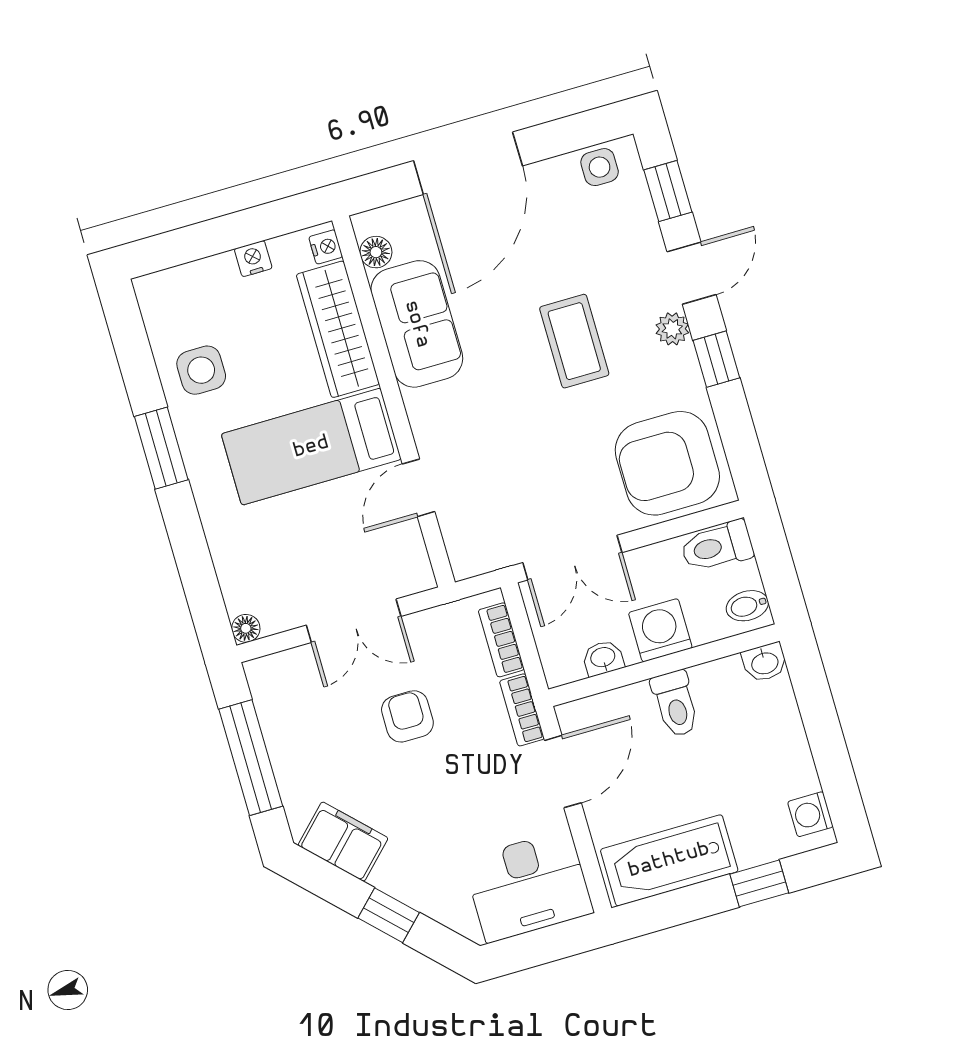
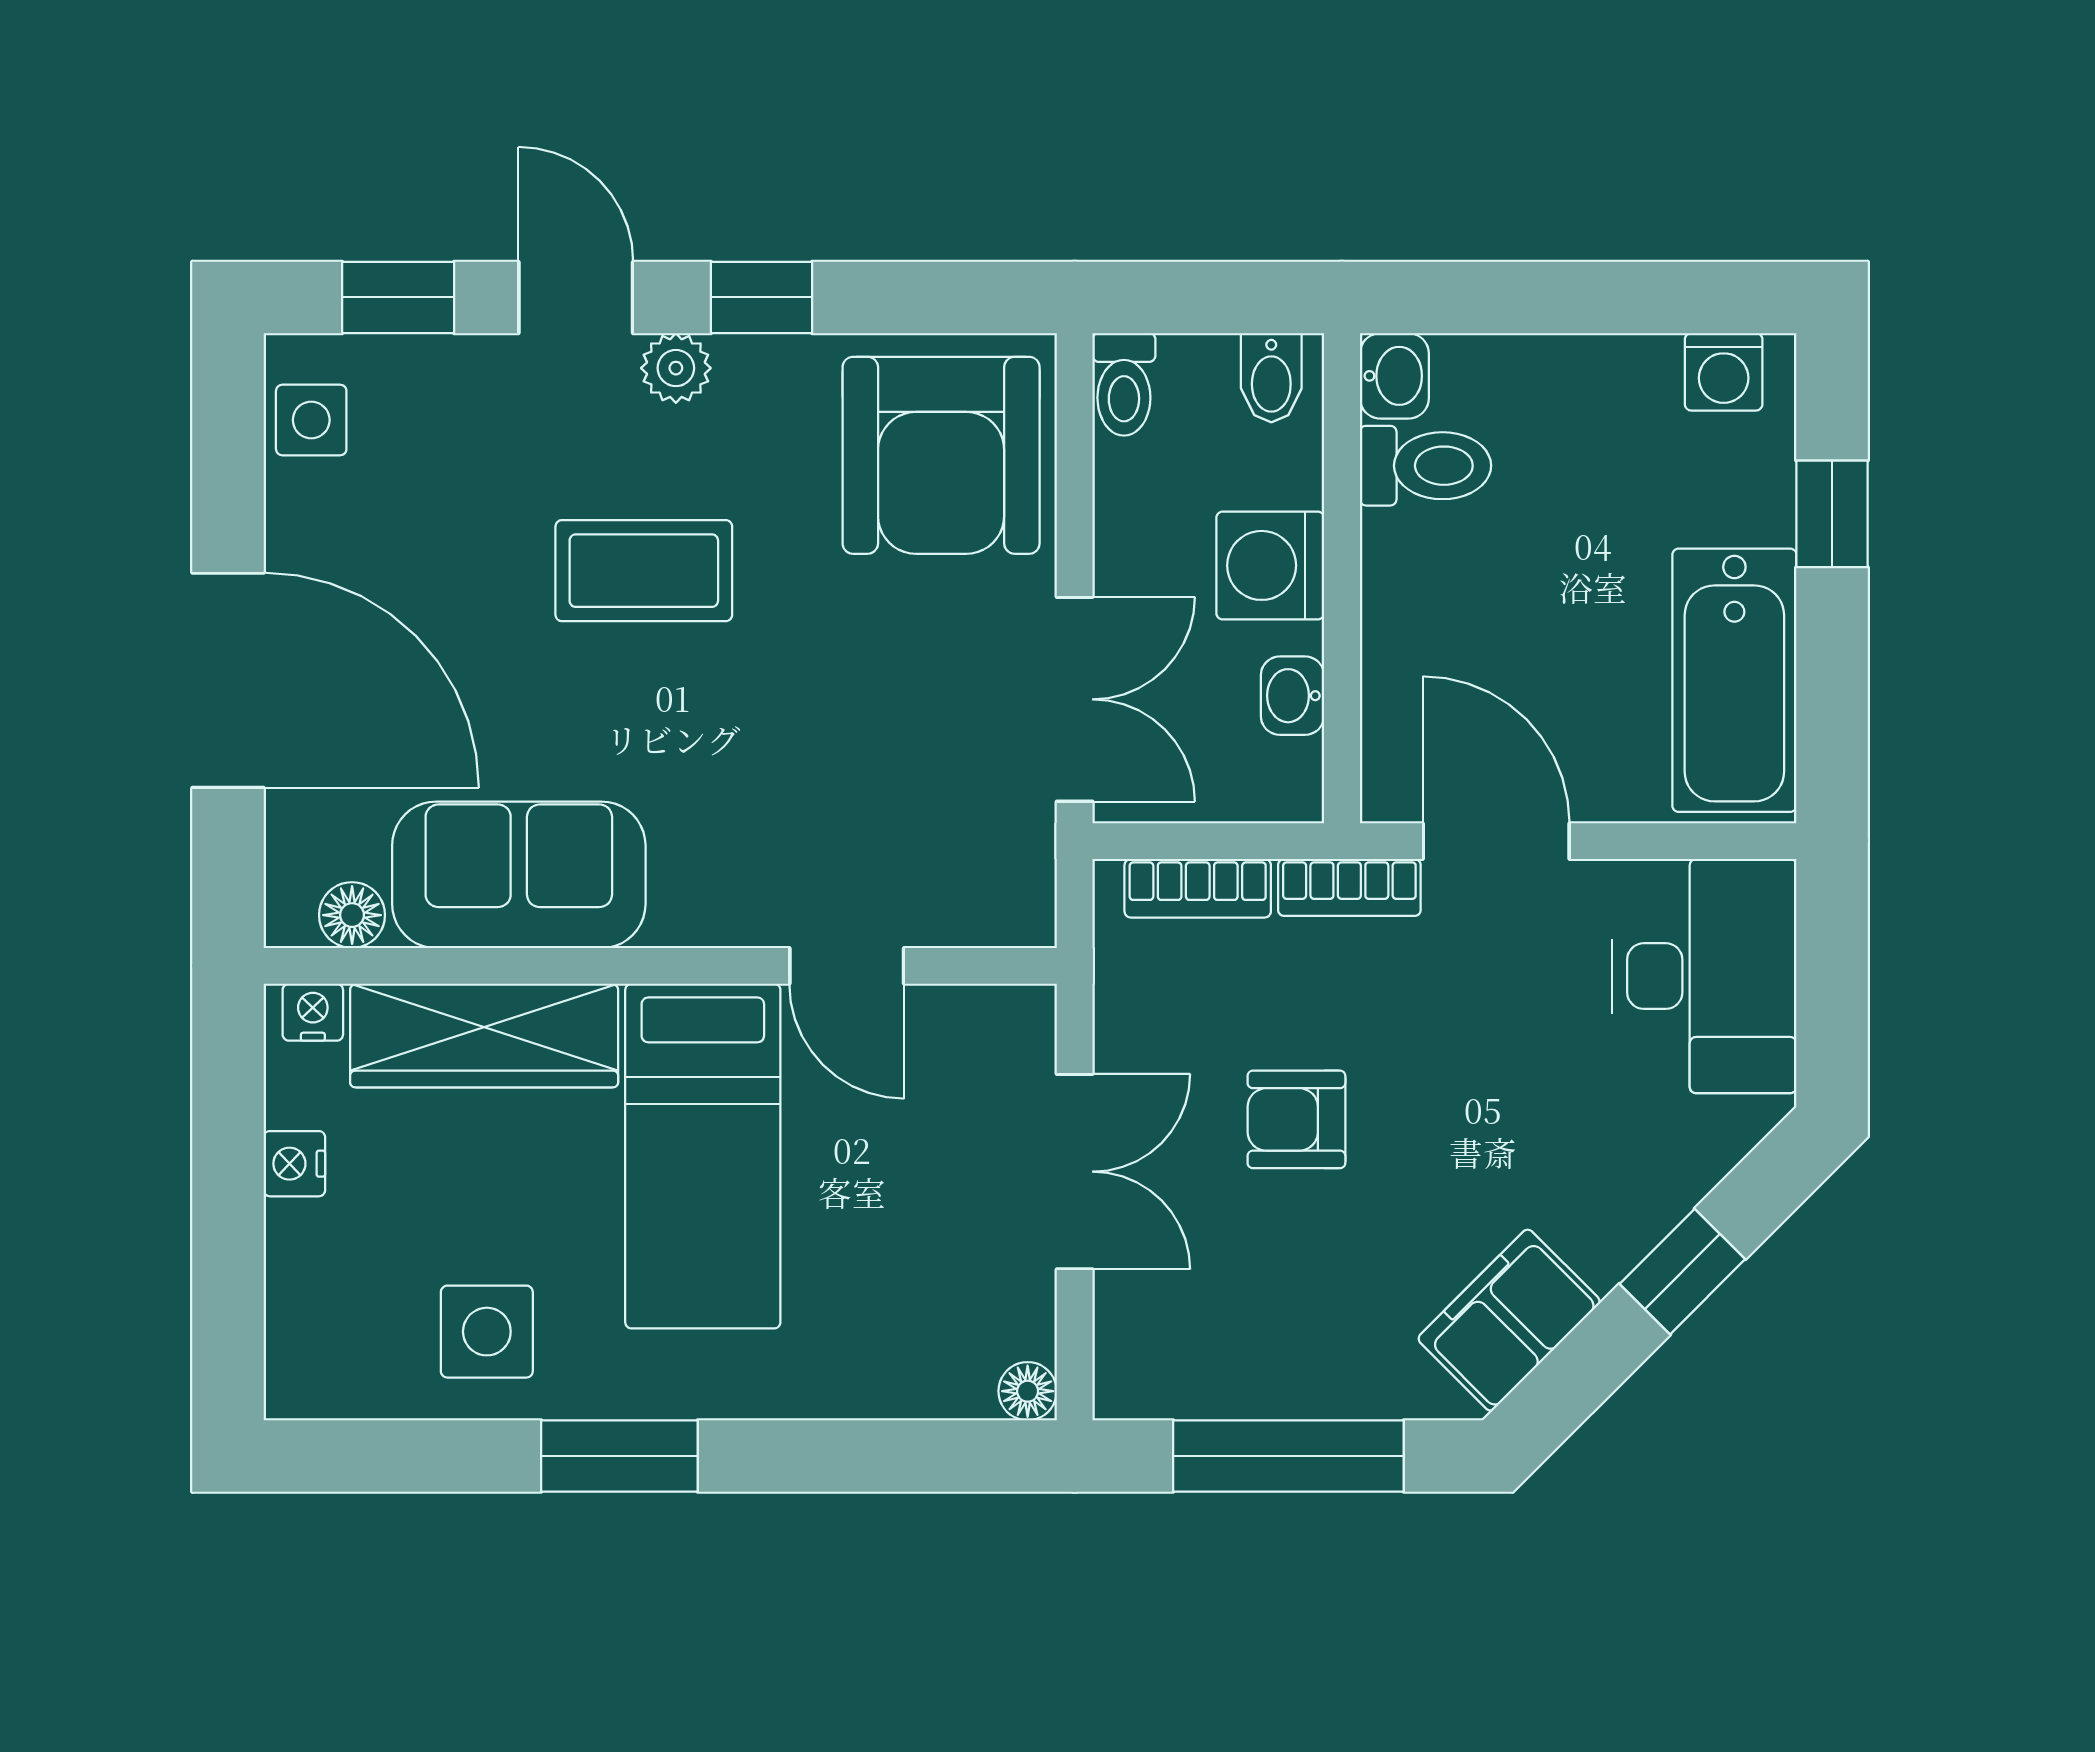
toilet: (717, 546) -> (1124, 384), width x0.73, depth x0.72
toilet: (675, 704) -> (1425, 466), moved

